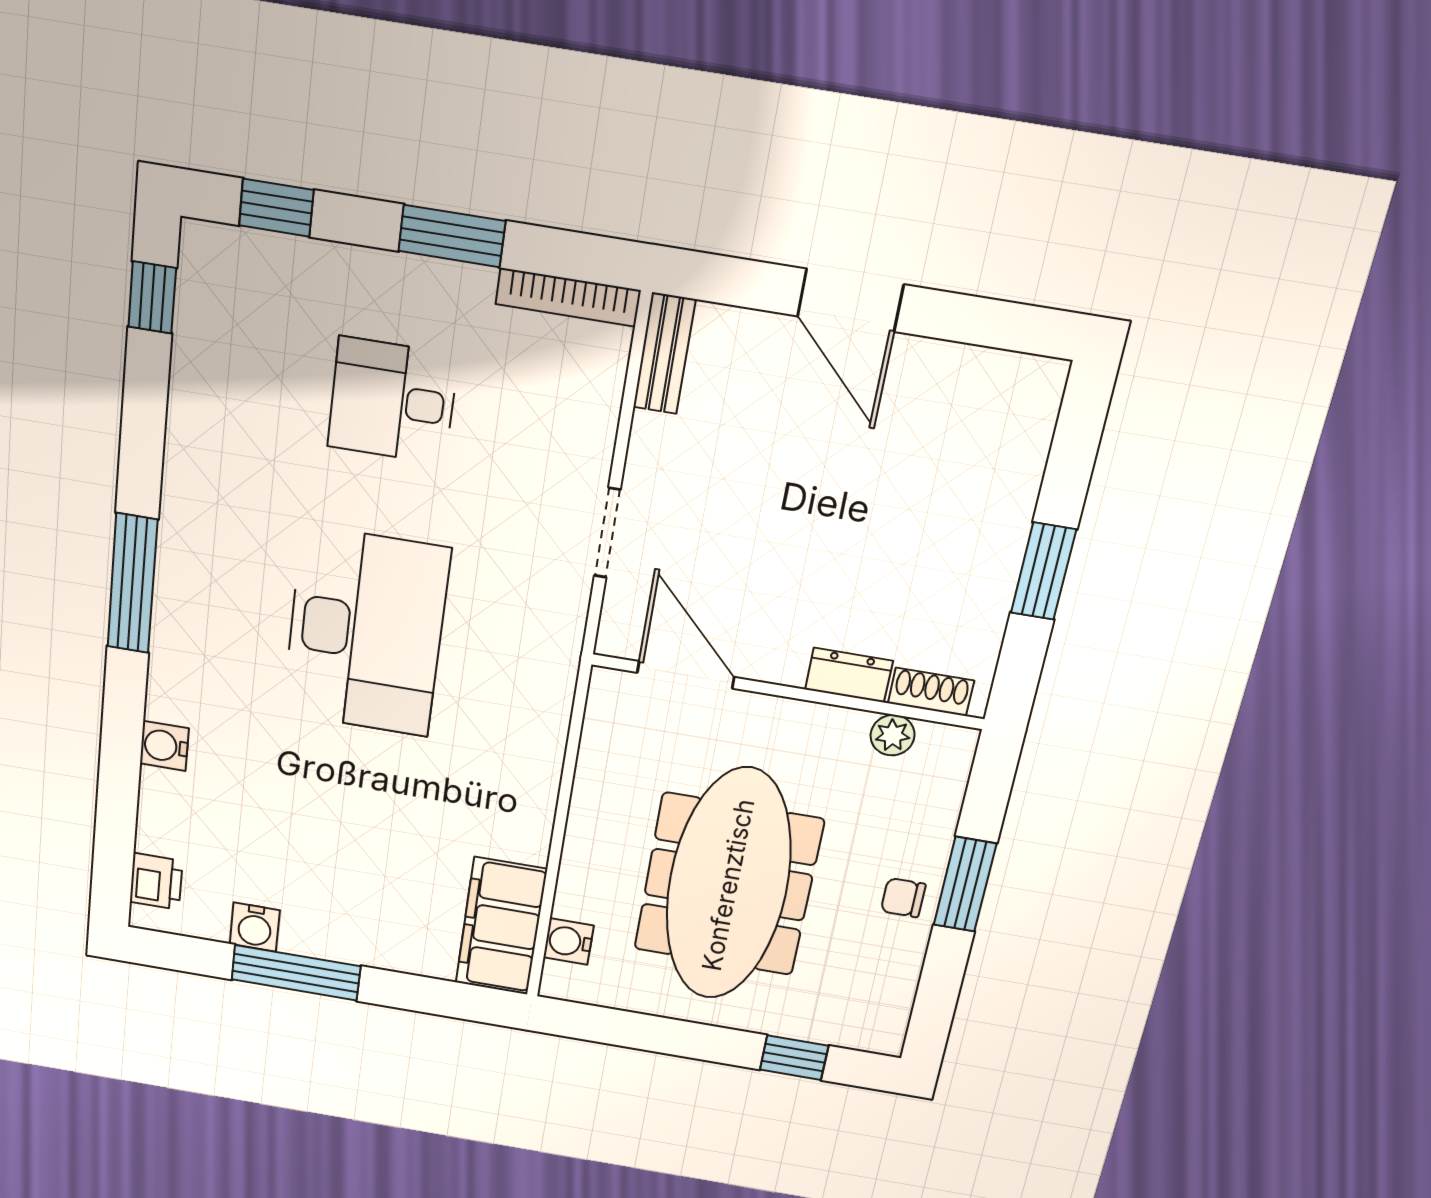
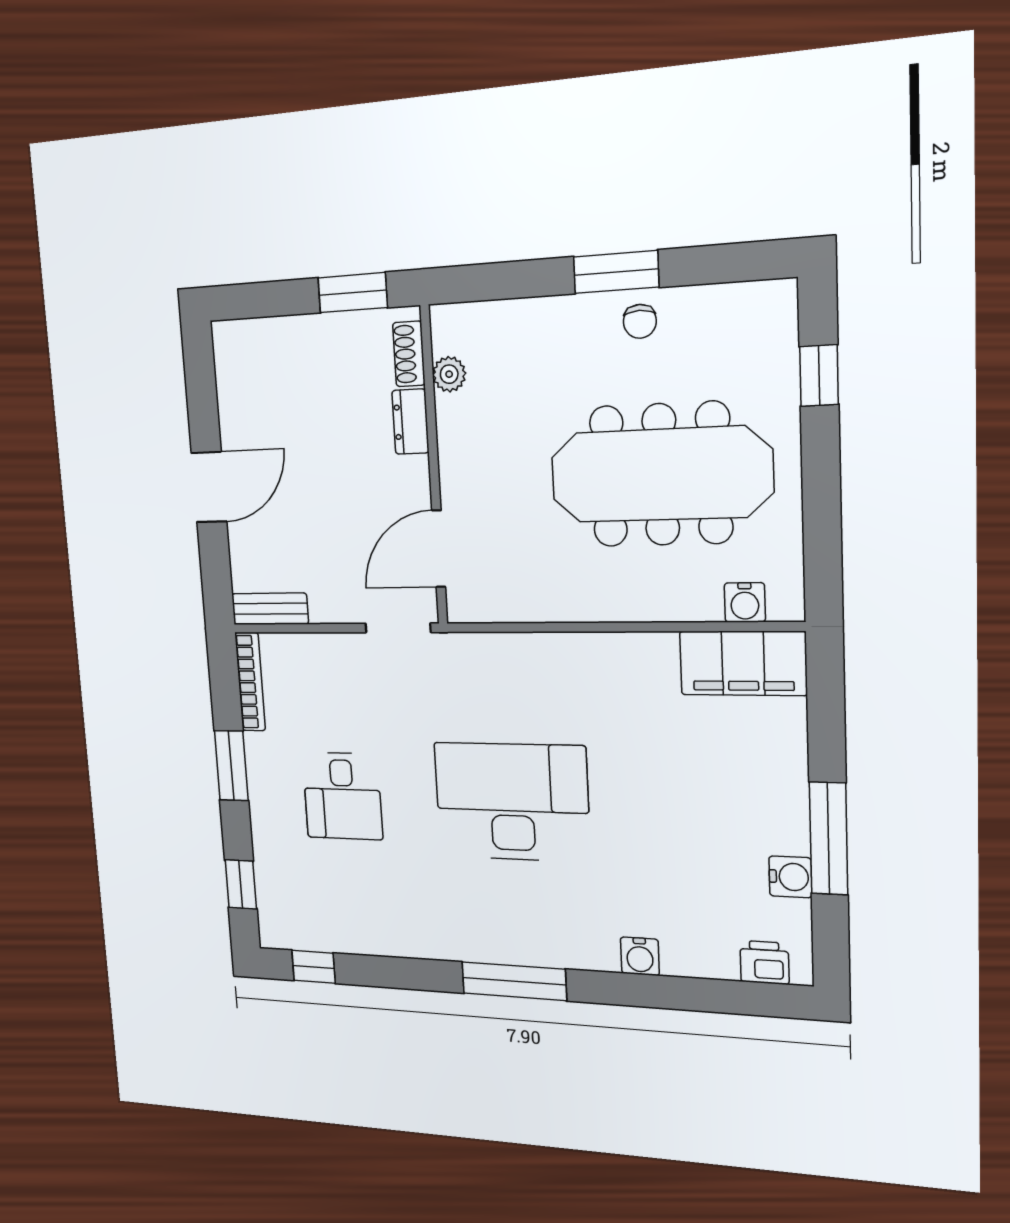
door: (686, 675) -> (439, 549), moved
dresser: (849, 675) -> (411, 422), moved
wall: (787, 692) -> (434, 467), moved
shoe rack: (931, 692) -> (409, 354), moved
plant: (893, 735) -> (449, 374), moved

